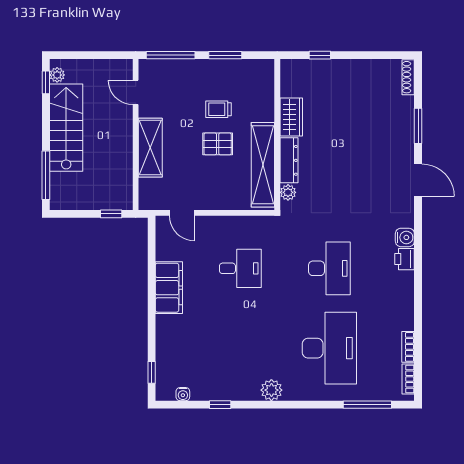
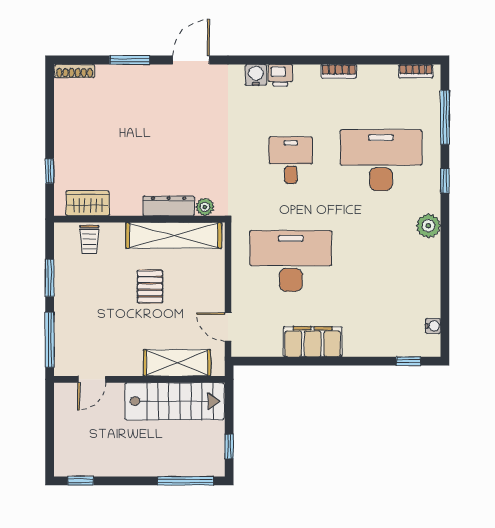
plant: (57, 75) -> (72, 468), removed
trolley: (219, 109) -> (89, 239), moved
wardrobe: (291, 117) -> (88, 203), moved
stairs: (66, 128) -> (175, 401), moved, turned 180
shelving: (150, 148) -> (177, 363), moved
door: (182, 213) -> (228, 327), swing flipped
window: (111, 214) -> (229, 446), moved
desk: (240, 268) -> (291, 261), width x1.87, depth x1.30
desk: (329, 268) -> (291, 160), width x0.73
bookcase: (408, 347) -> (339, 71), moved
window: (220, 405) -> (445, 181), moved

